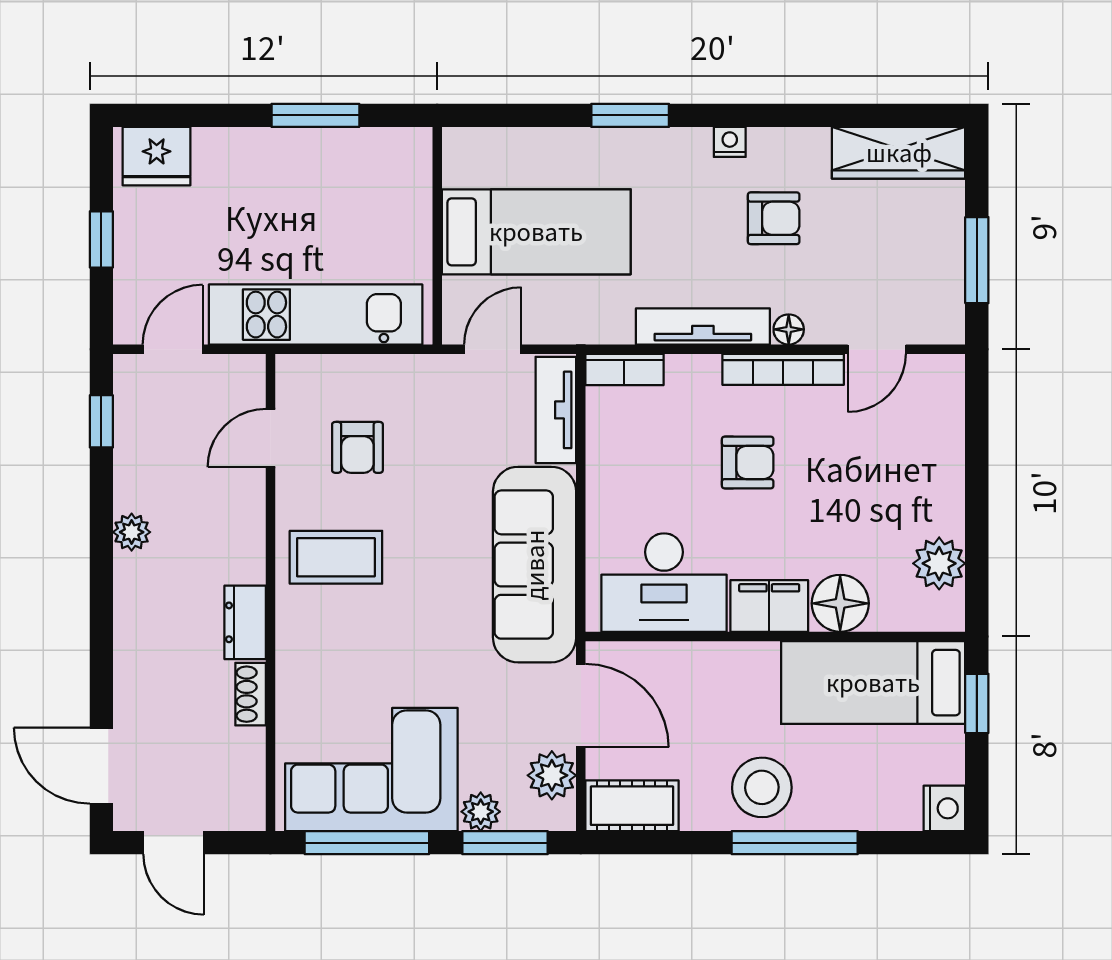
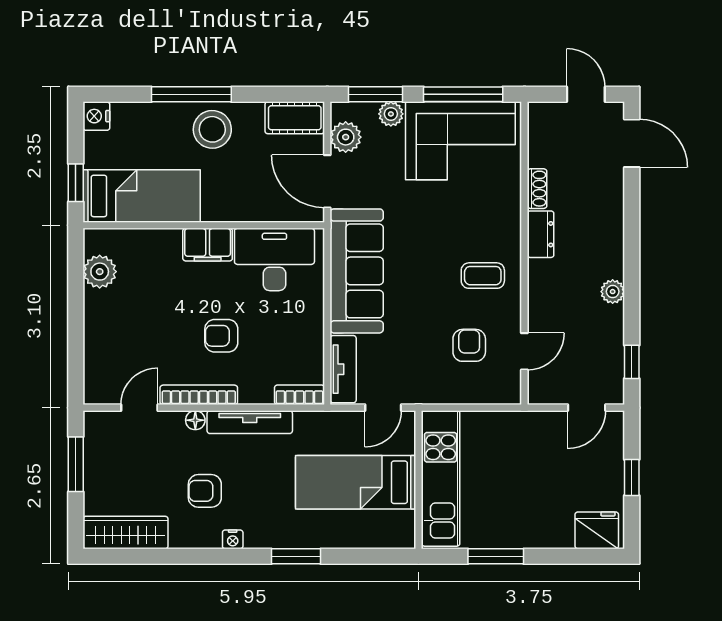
kitchen unit: (316, 315) -> (441, 478), moved, turned -90
coffee table: (336, 557) -> (483, 276), width x0.73, depth x0.77
floor lamp: (840, 603) -> (162, 246), removed

